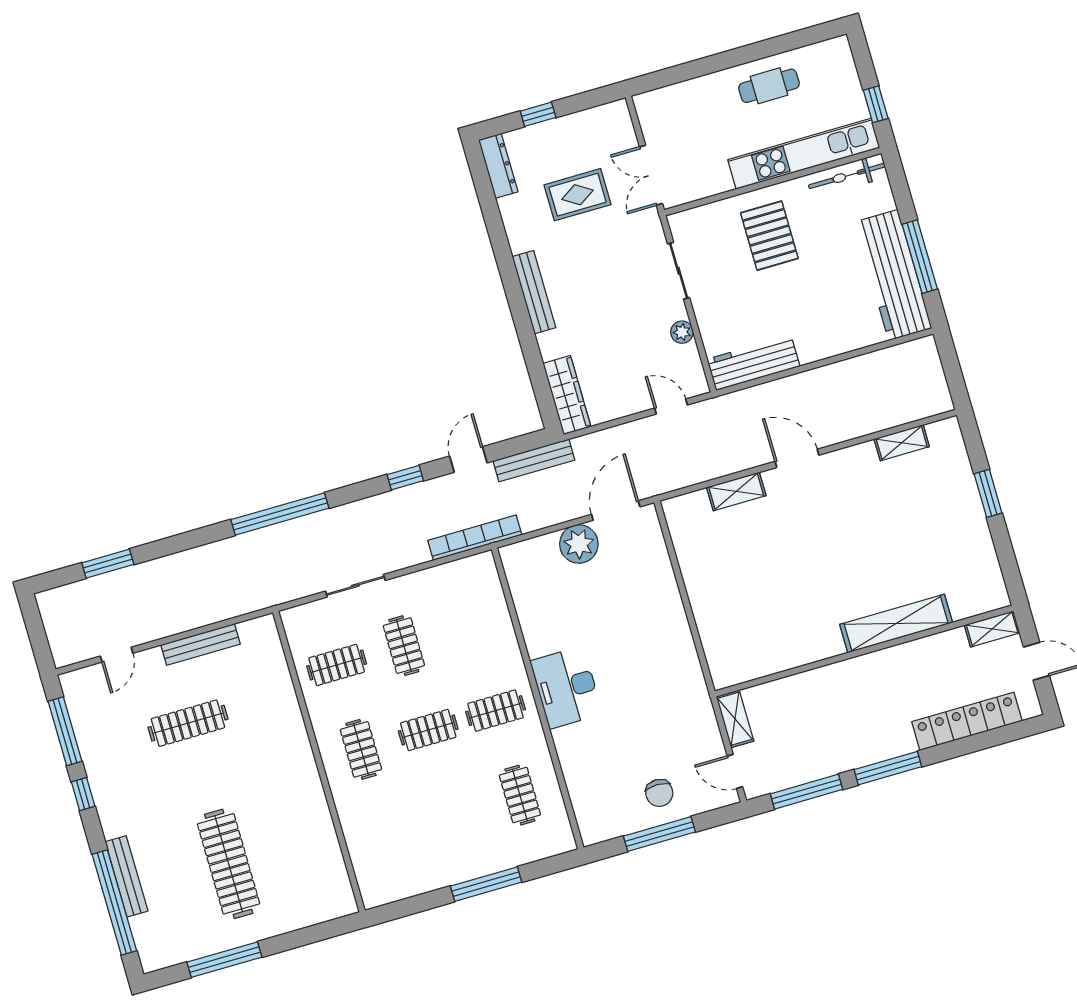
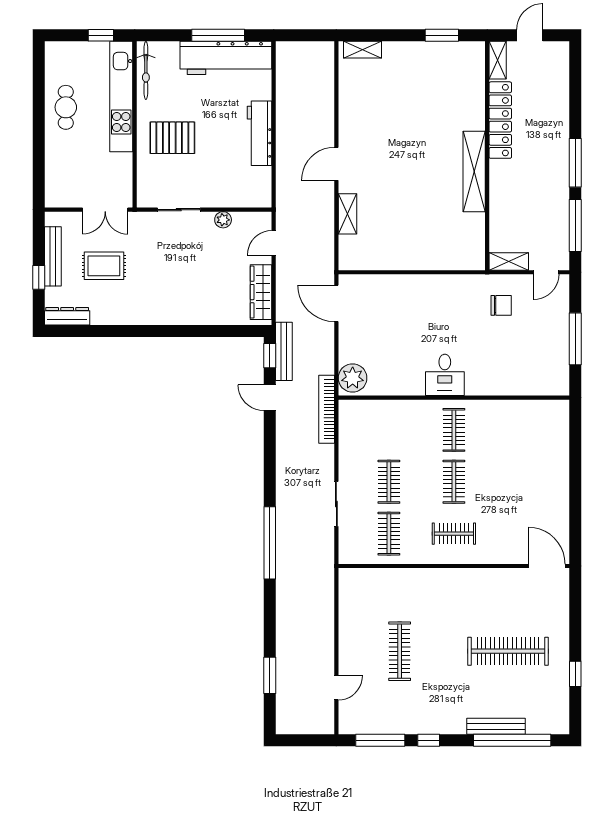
rug: (578, 195) -> (104, 266), turned 90
bench: (534, 292) -> (53, 256), moved, turned 90
workbench: (753, 363) -> (260, 133), moved
wardrobe: (567, 395) -> (261, 292), moved, turned -90
shelving: (902, 443) -> (362, 50), moved, turned 90
window: (405, 478) -> (270, 356), moved
window: (988, 493) -> (442, 35), moved
plant: (579, 544) -> (353, 378), moved
shelving: (896, 624) -> (474, 172), moved
bench: (201, 644) -> (346, 626), removed
clothes rail: (404, 646) -> (389, 482), turned 90
door: (117, 655) -> (336, 688), hinge flipped
desk: (566, 687) -> (445, 375), width x0.73
locker: (967, 721) -> (500, 120), moved, turned 180
chair: (659, 793) -> (501, 305), moved
clothes rail: (520, 795) -> (519, 430), removed
door: (354, 882) -> (547, 566), added
window: (486, 884) -> (575, 472), removed
window: (224, 960) -> (575, 674), width x0.46

